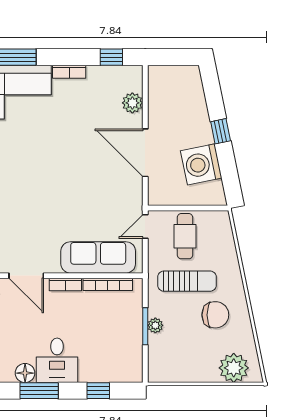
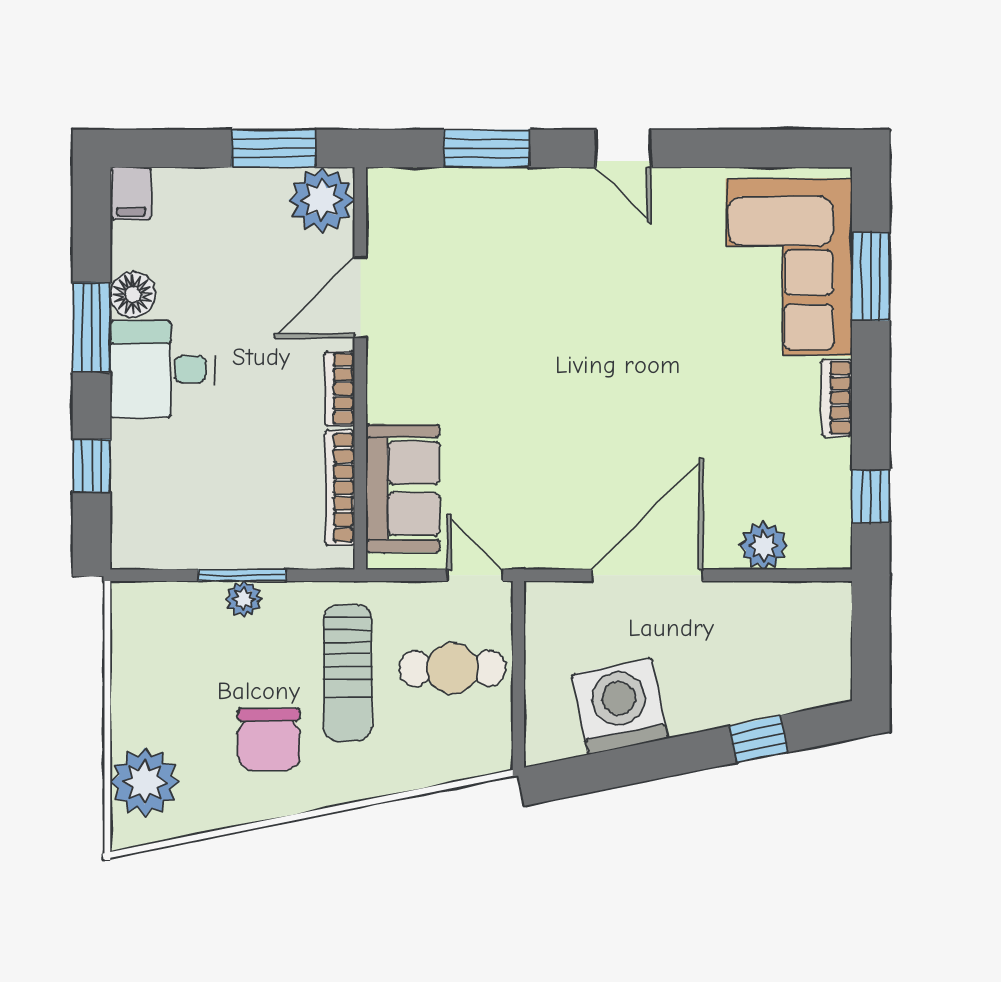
window: (221, 131) -> (759, 739), moved
sofa: (98, 257) -> (403, 488), width x0.73

